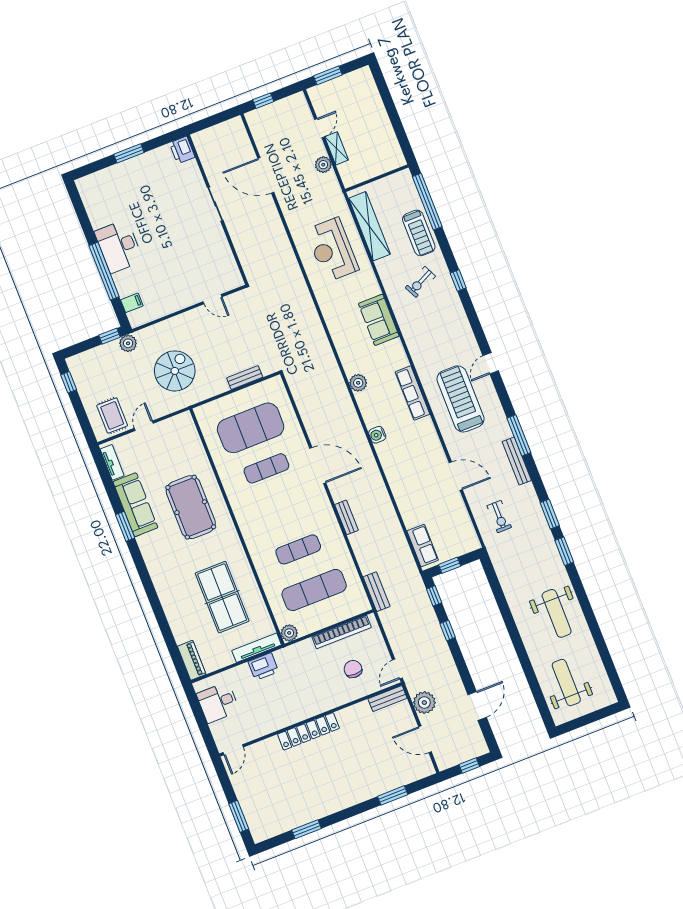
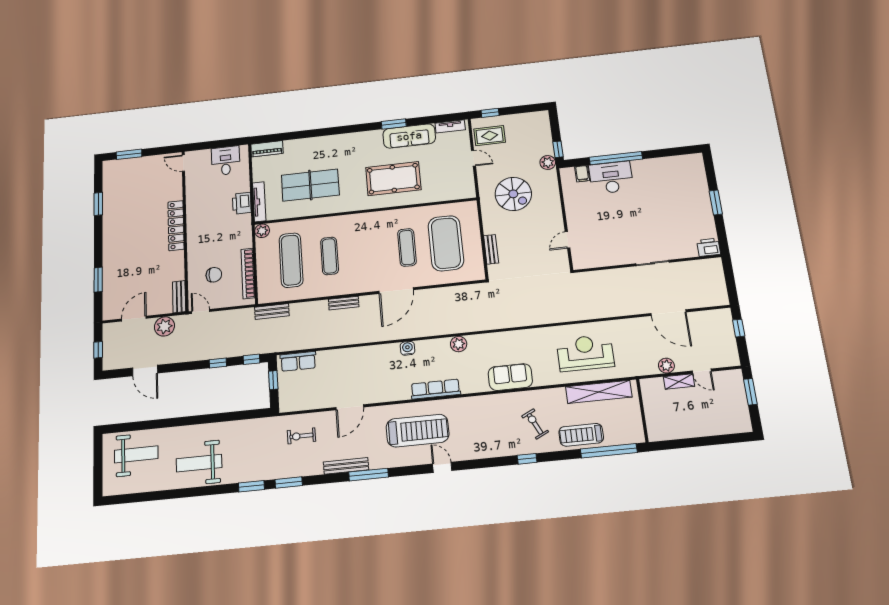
door: (266, 175) -> (668, 313), swing flipped
desk: (119, 246) -> (611, 178), moved
window: (69, 382) -> (490, 113), moved

